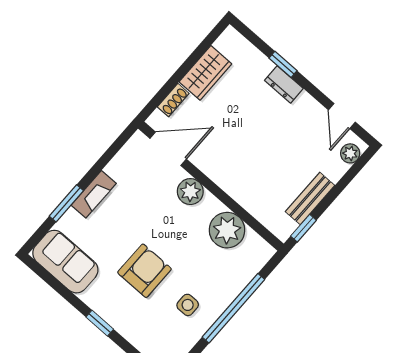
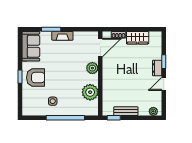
door: (342, 116) -> (164, 84), moved
door: (168, 149) -> (100, 48), hinge flipped
armchair: (145, 271) -> (36, 78), moved

